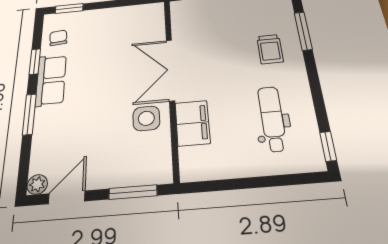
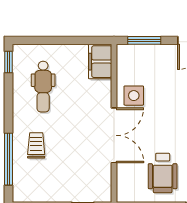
window: (303, 31) -> (8, 159), width x1.44
wheelchair: (109, 36) -> (163, 173), added
filing cabinet: (192, 123) -> (100, 62), moved

